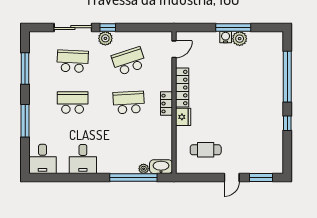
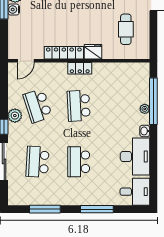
plant: (105, 38) -> (15, 116), moved
door: (174, 49) -> (26, 61), swing flipped
desk: (83, 159) -> (135, 157), width x1.37
washbasin: (161, 167) -> (145, 131), moved, width x0.52, depth x0.69
plant: (144, 169) -> (145, 109), moved

